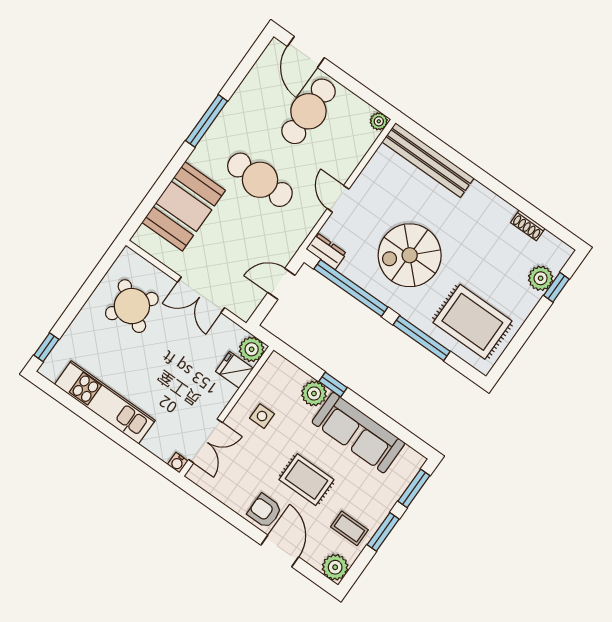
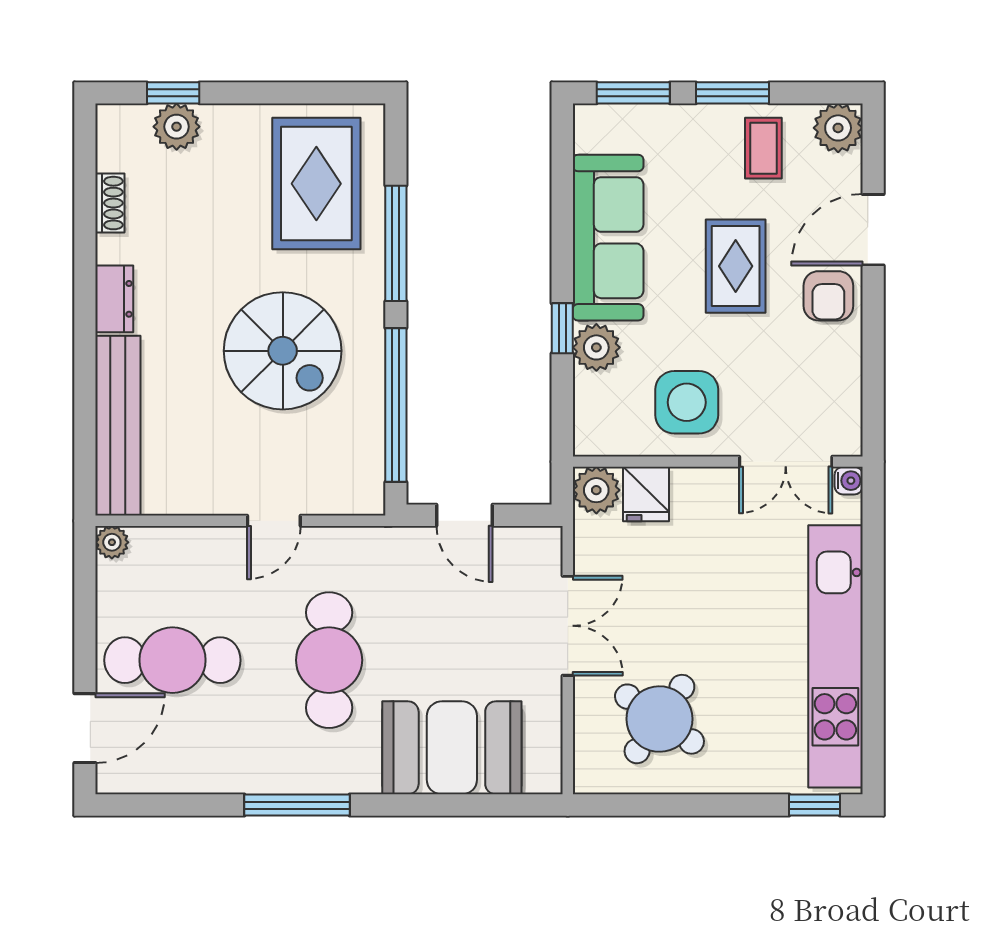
dresser: (326, 251) -> (114, 299), moved, turned 180
kitchen unit: (105, 402) -> (835, 656), width x1.36
side table: (262, 416) -> (687, 402), width x1.87, depth x1.87
double door: (205, 441) -> (786, 462), swing flipped

